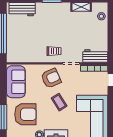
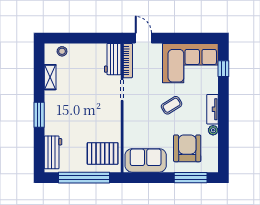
pallet: (21, 48) -> (103, 153), added
trolley: (54, 51) -> (107, 112), removed
armchair: (51, 78) -> (141, 116), removed

